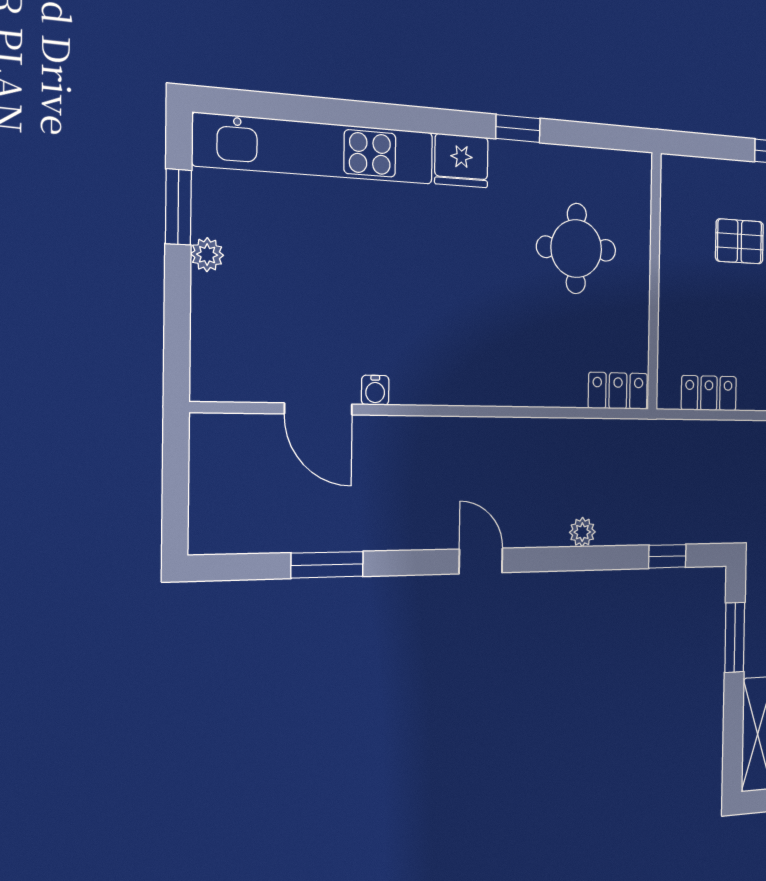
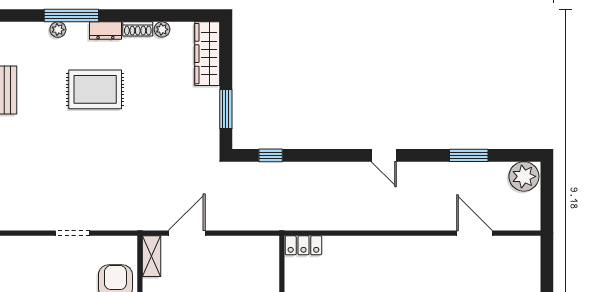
water cooler: (375, 390) -> (444, 243), removed
locker: (709, 393) -> (246, 245), removed
plant: (582, 532) -> (524, 176), moved, width x1.88, depth x1.88

